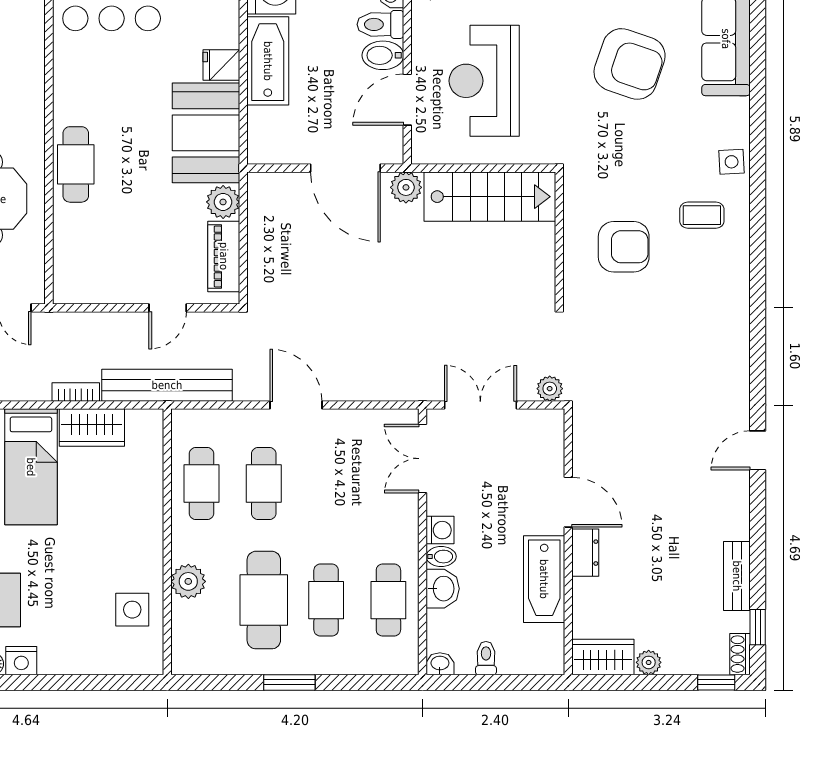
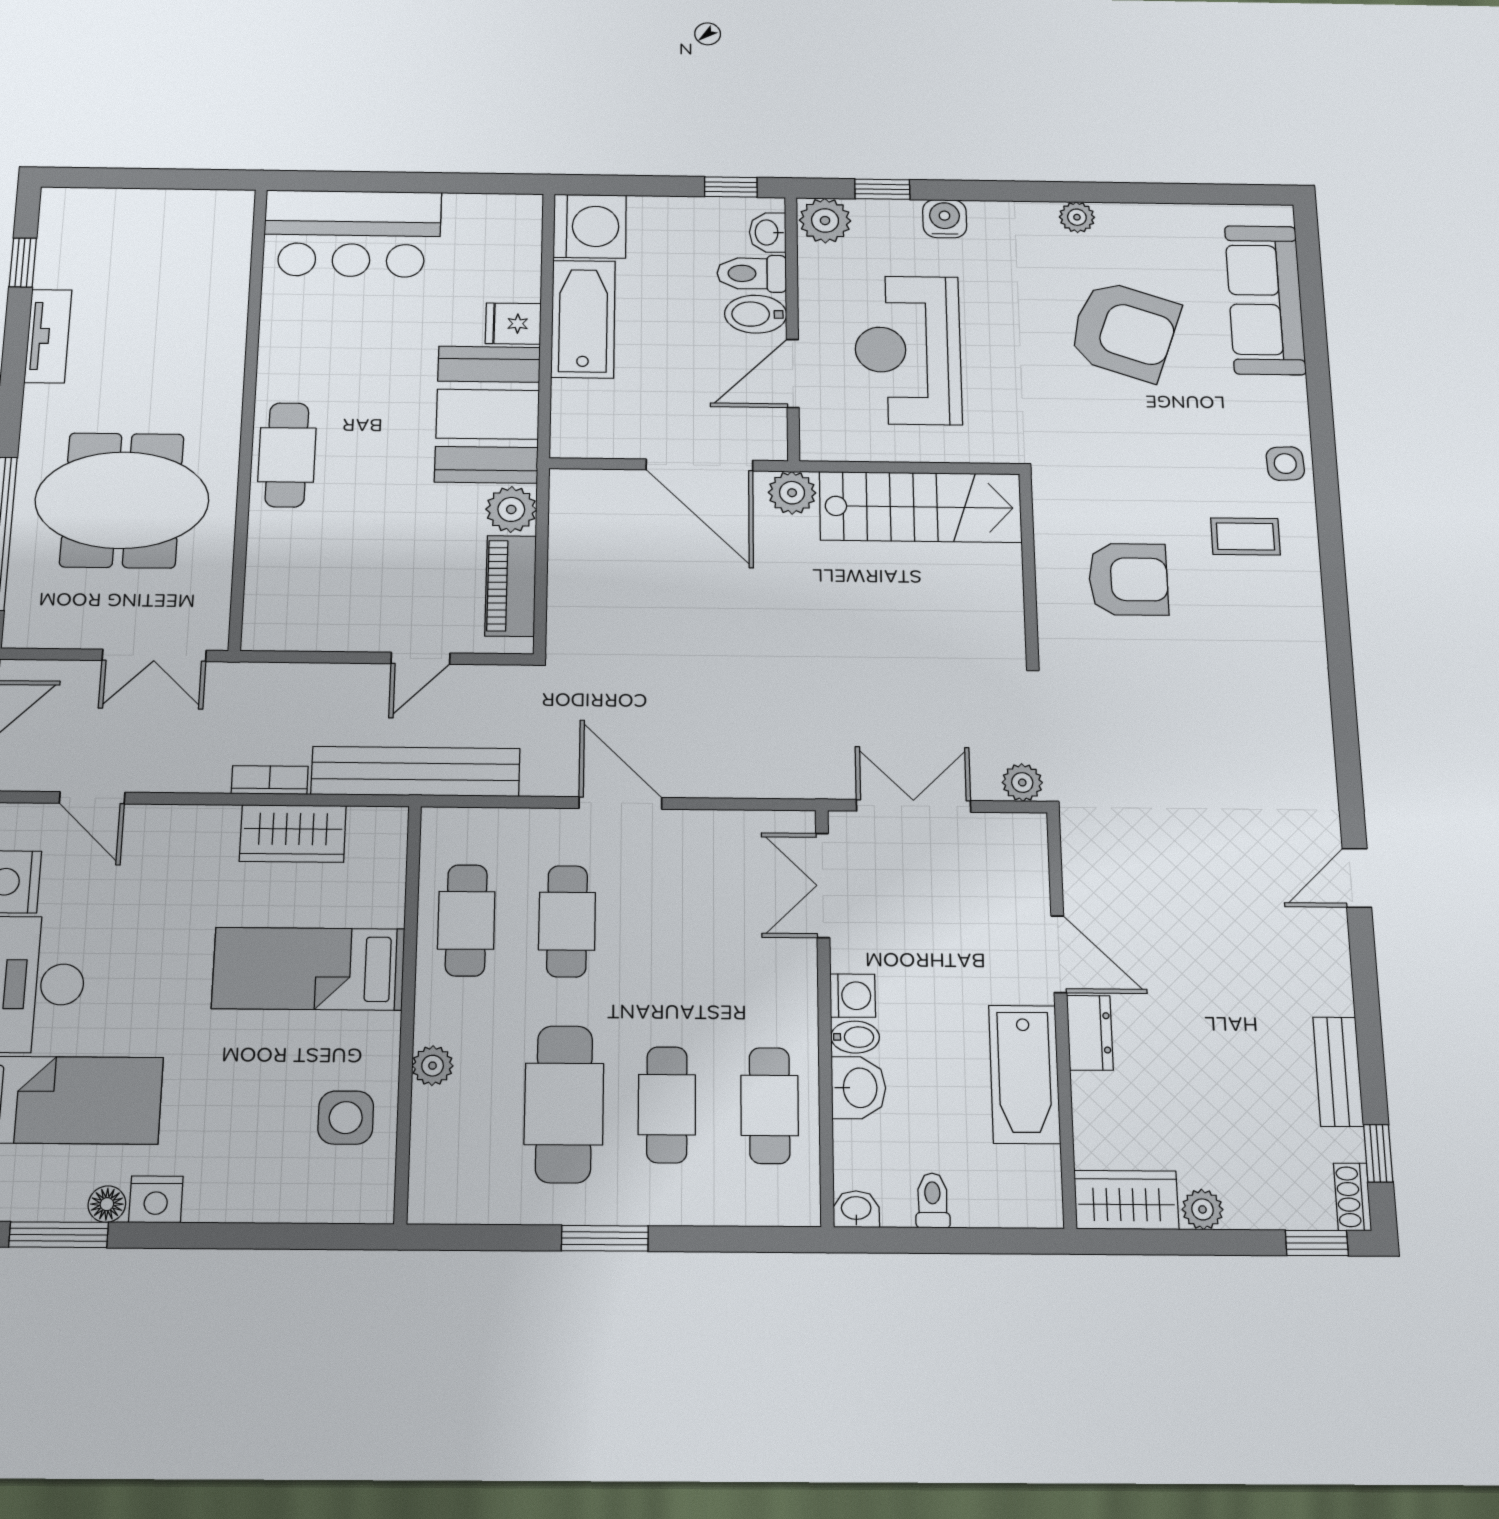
bed: (31, 467) -> (308, 969), moved, turned 90
plant: (188, 581) -> (433, 1066), width x0.73, depth x0.73

